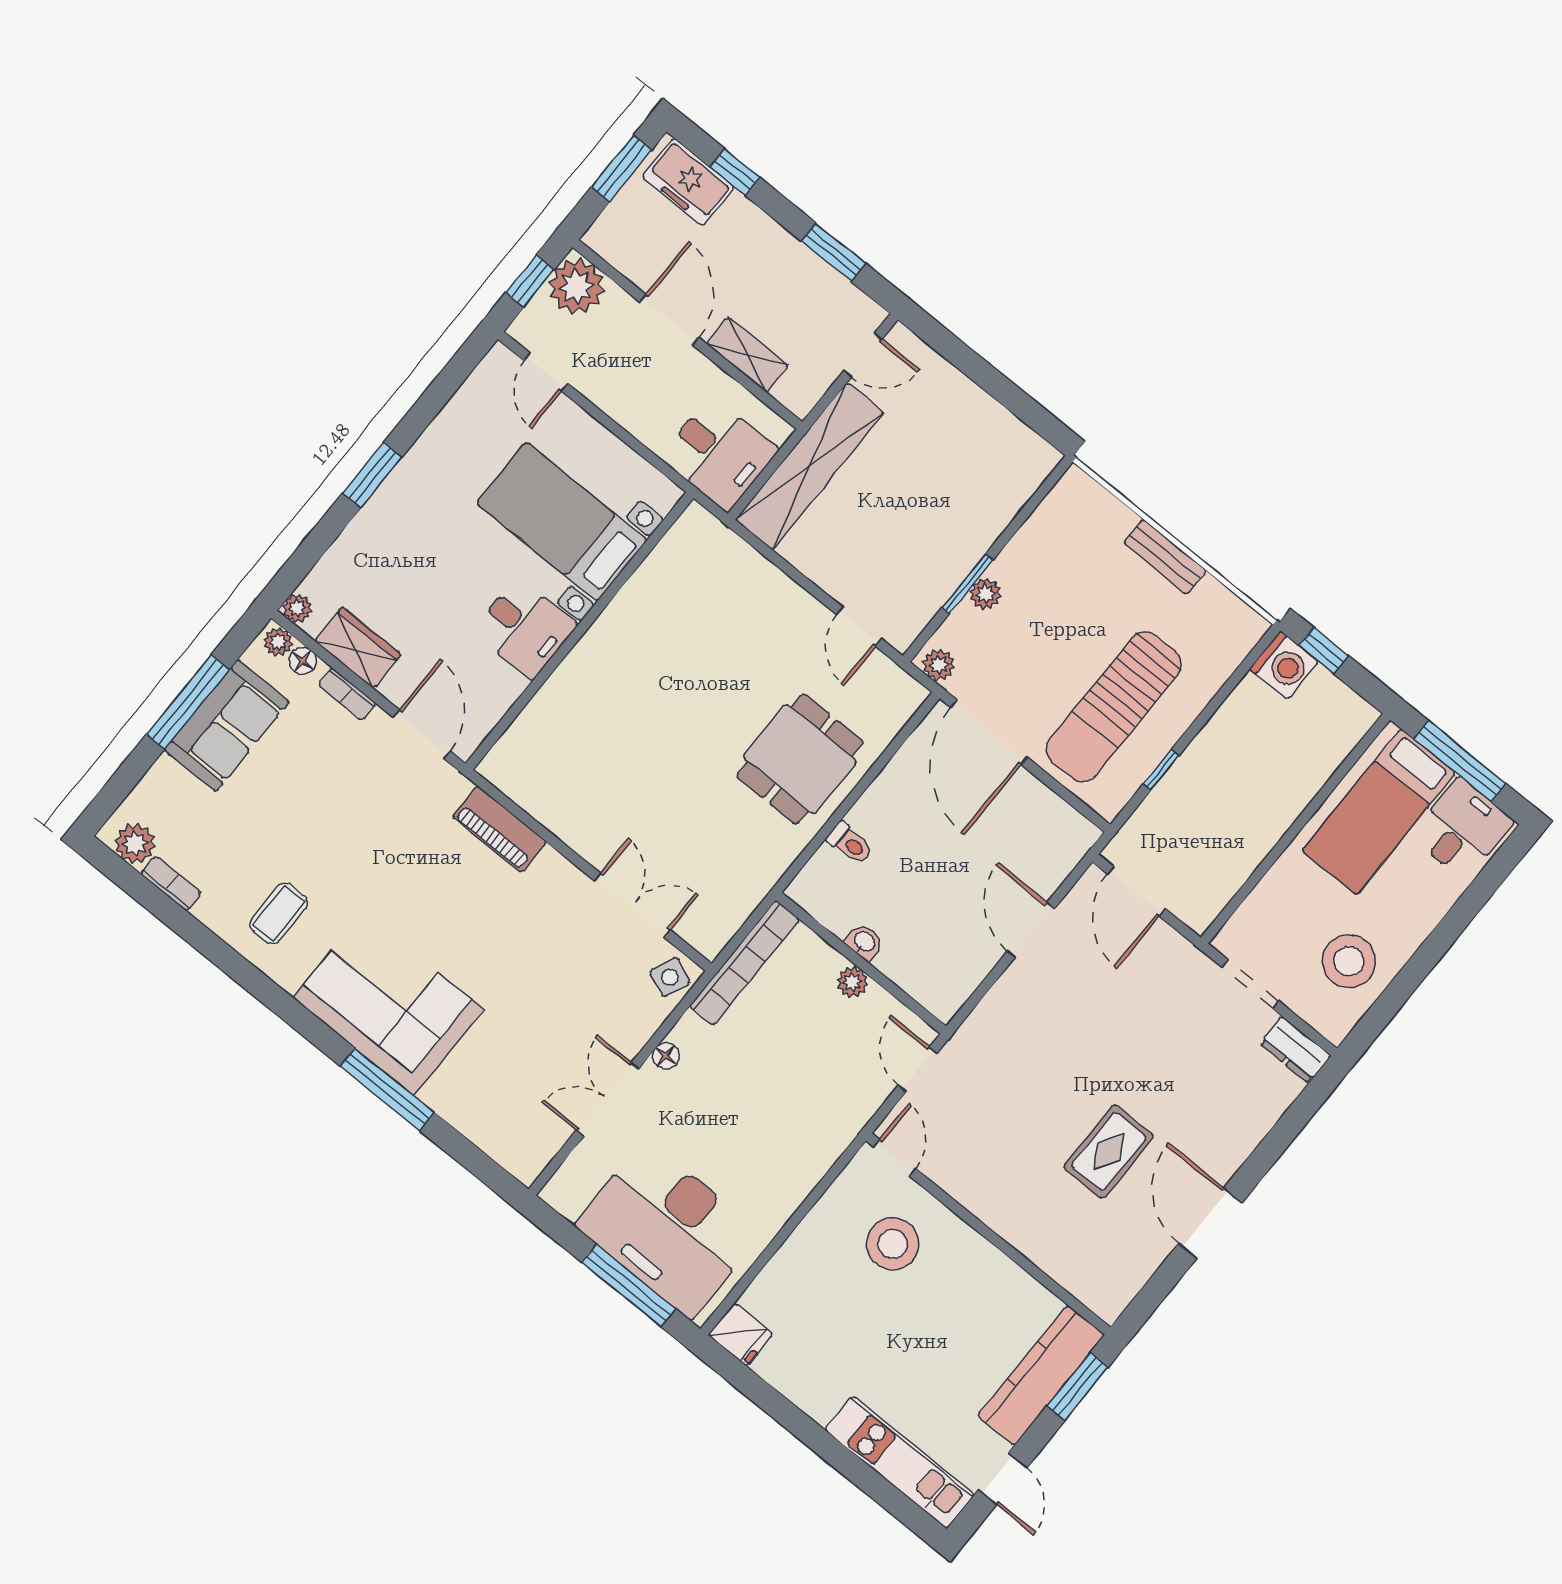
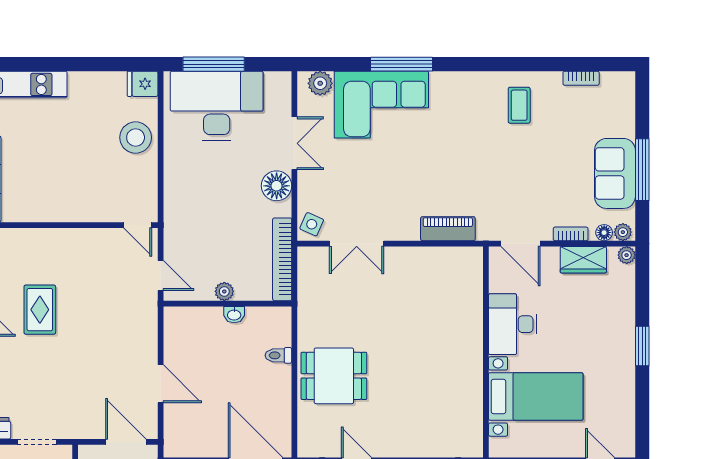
desk: (525, 628) -> (513, 324), width x1.37
dining table: (800, 759) -> (334, 376), turned 90
plant: (135, 843) -> (320, 83), moved
corner sofa: (388, 1004) -> (381, 105), moved
floor lamp: (666, 1056) -> (277, 186), width x1.89, depth x1.89
stool: (893, 1244) -> (136, 138), moved

